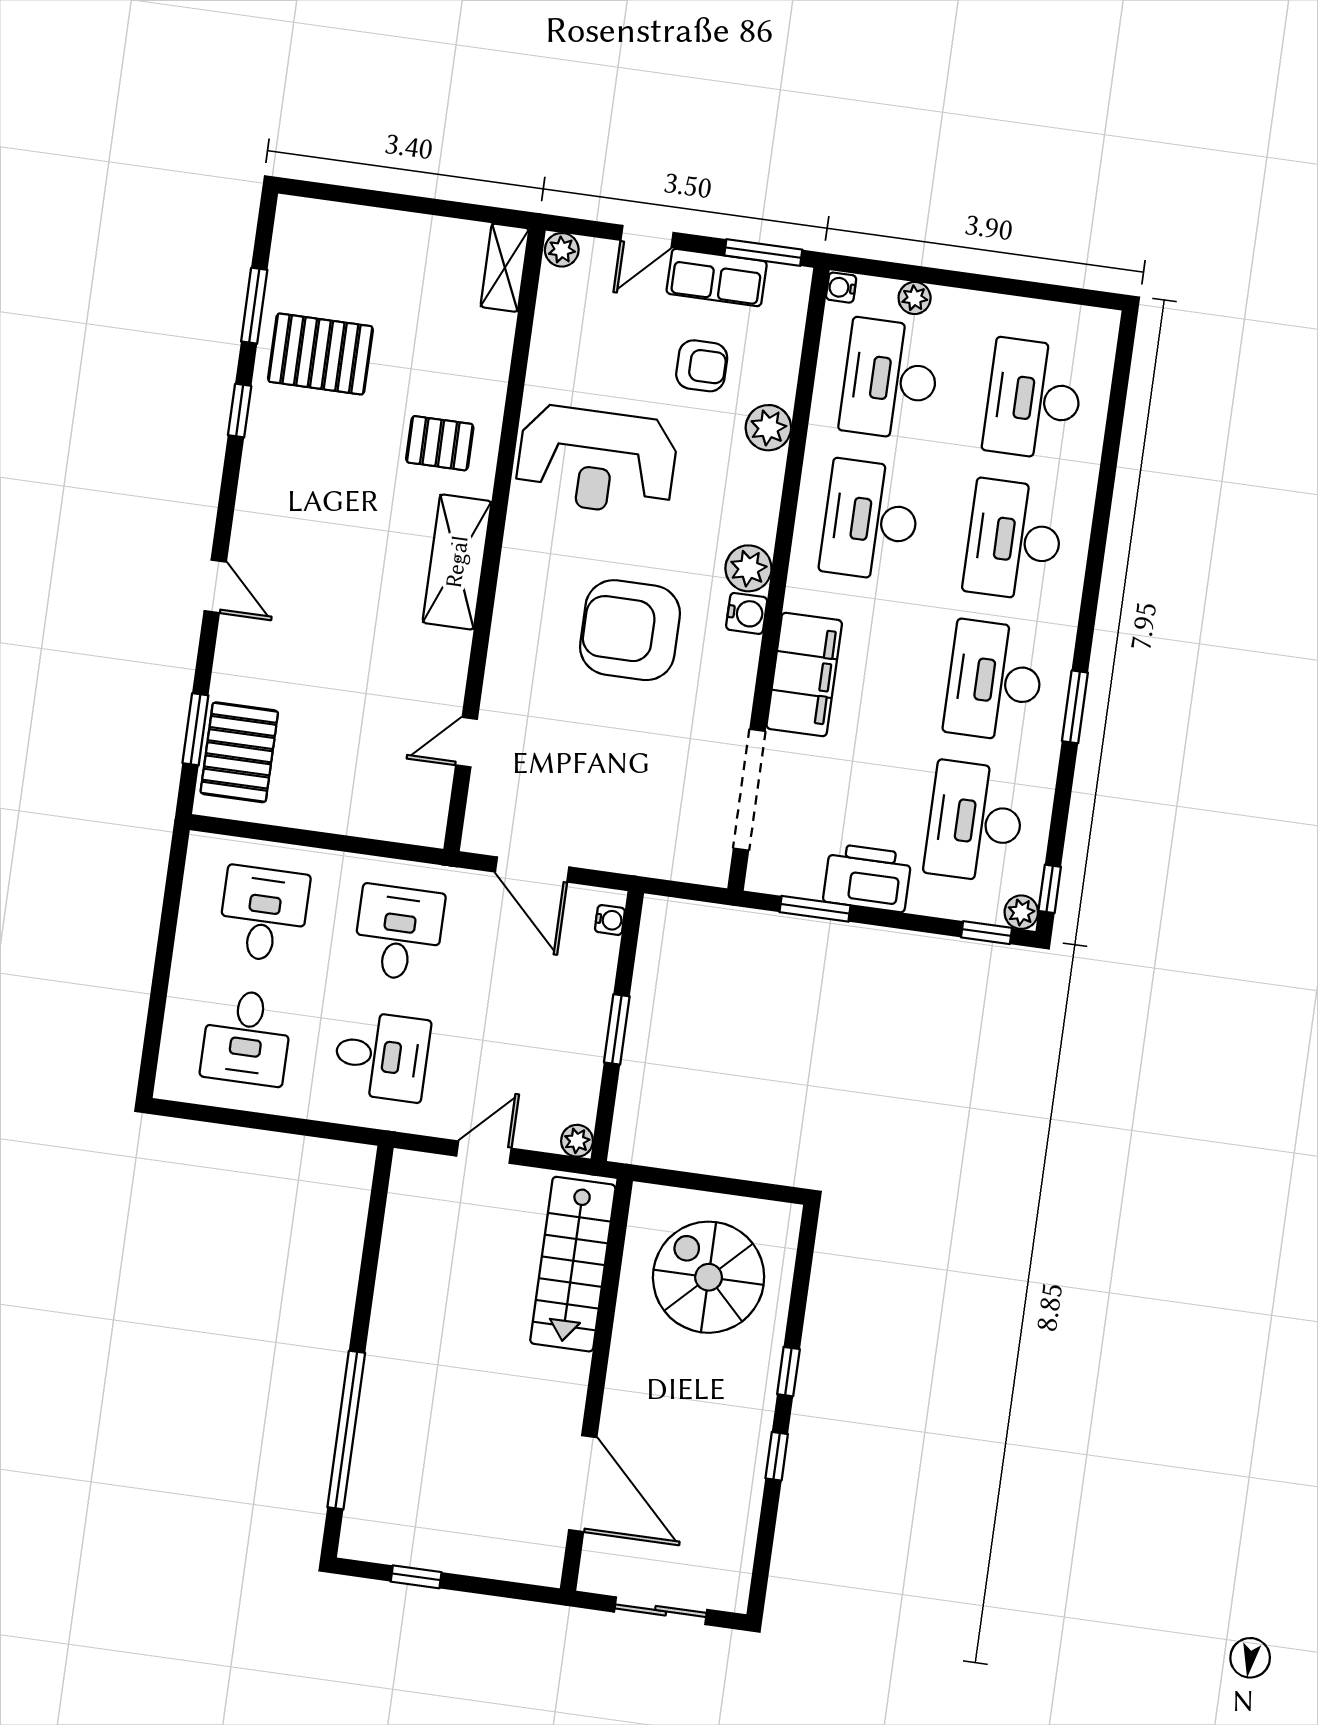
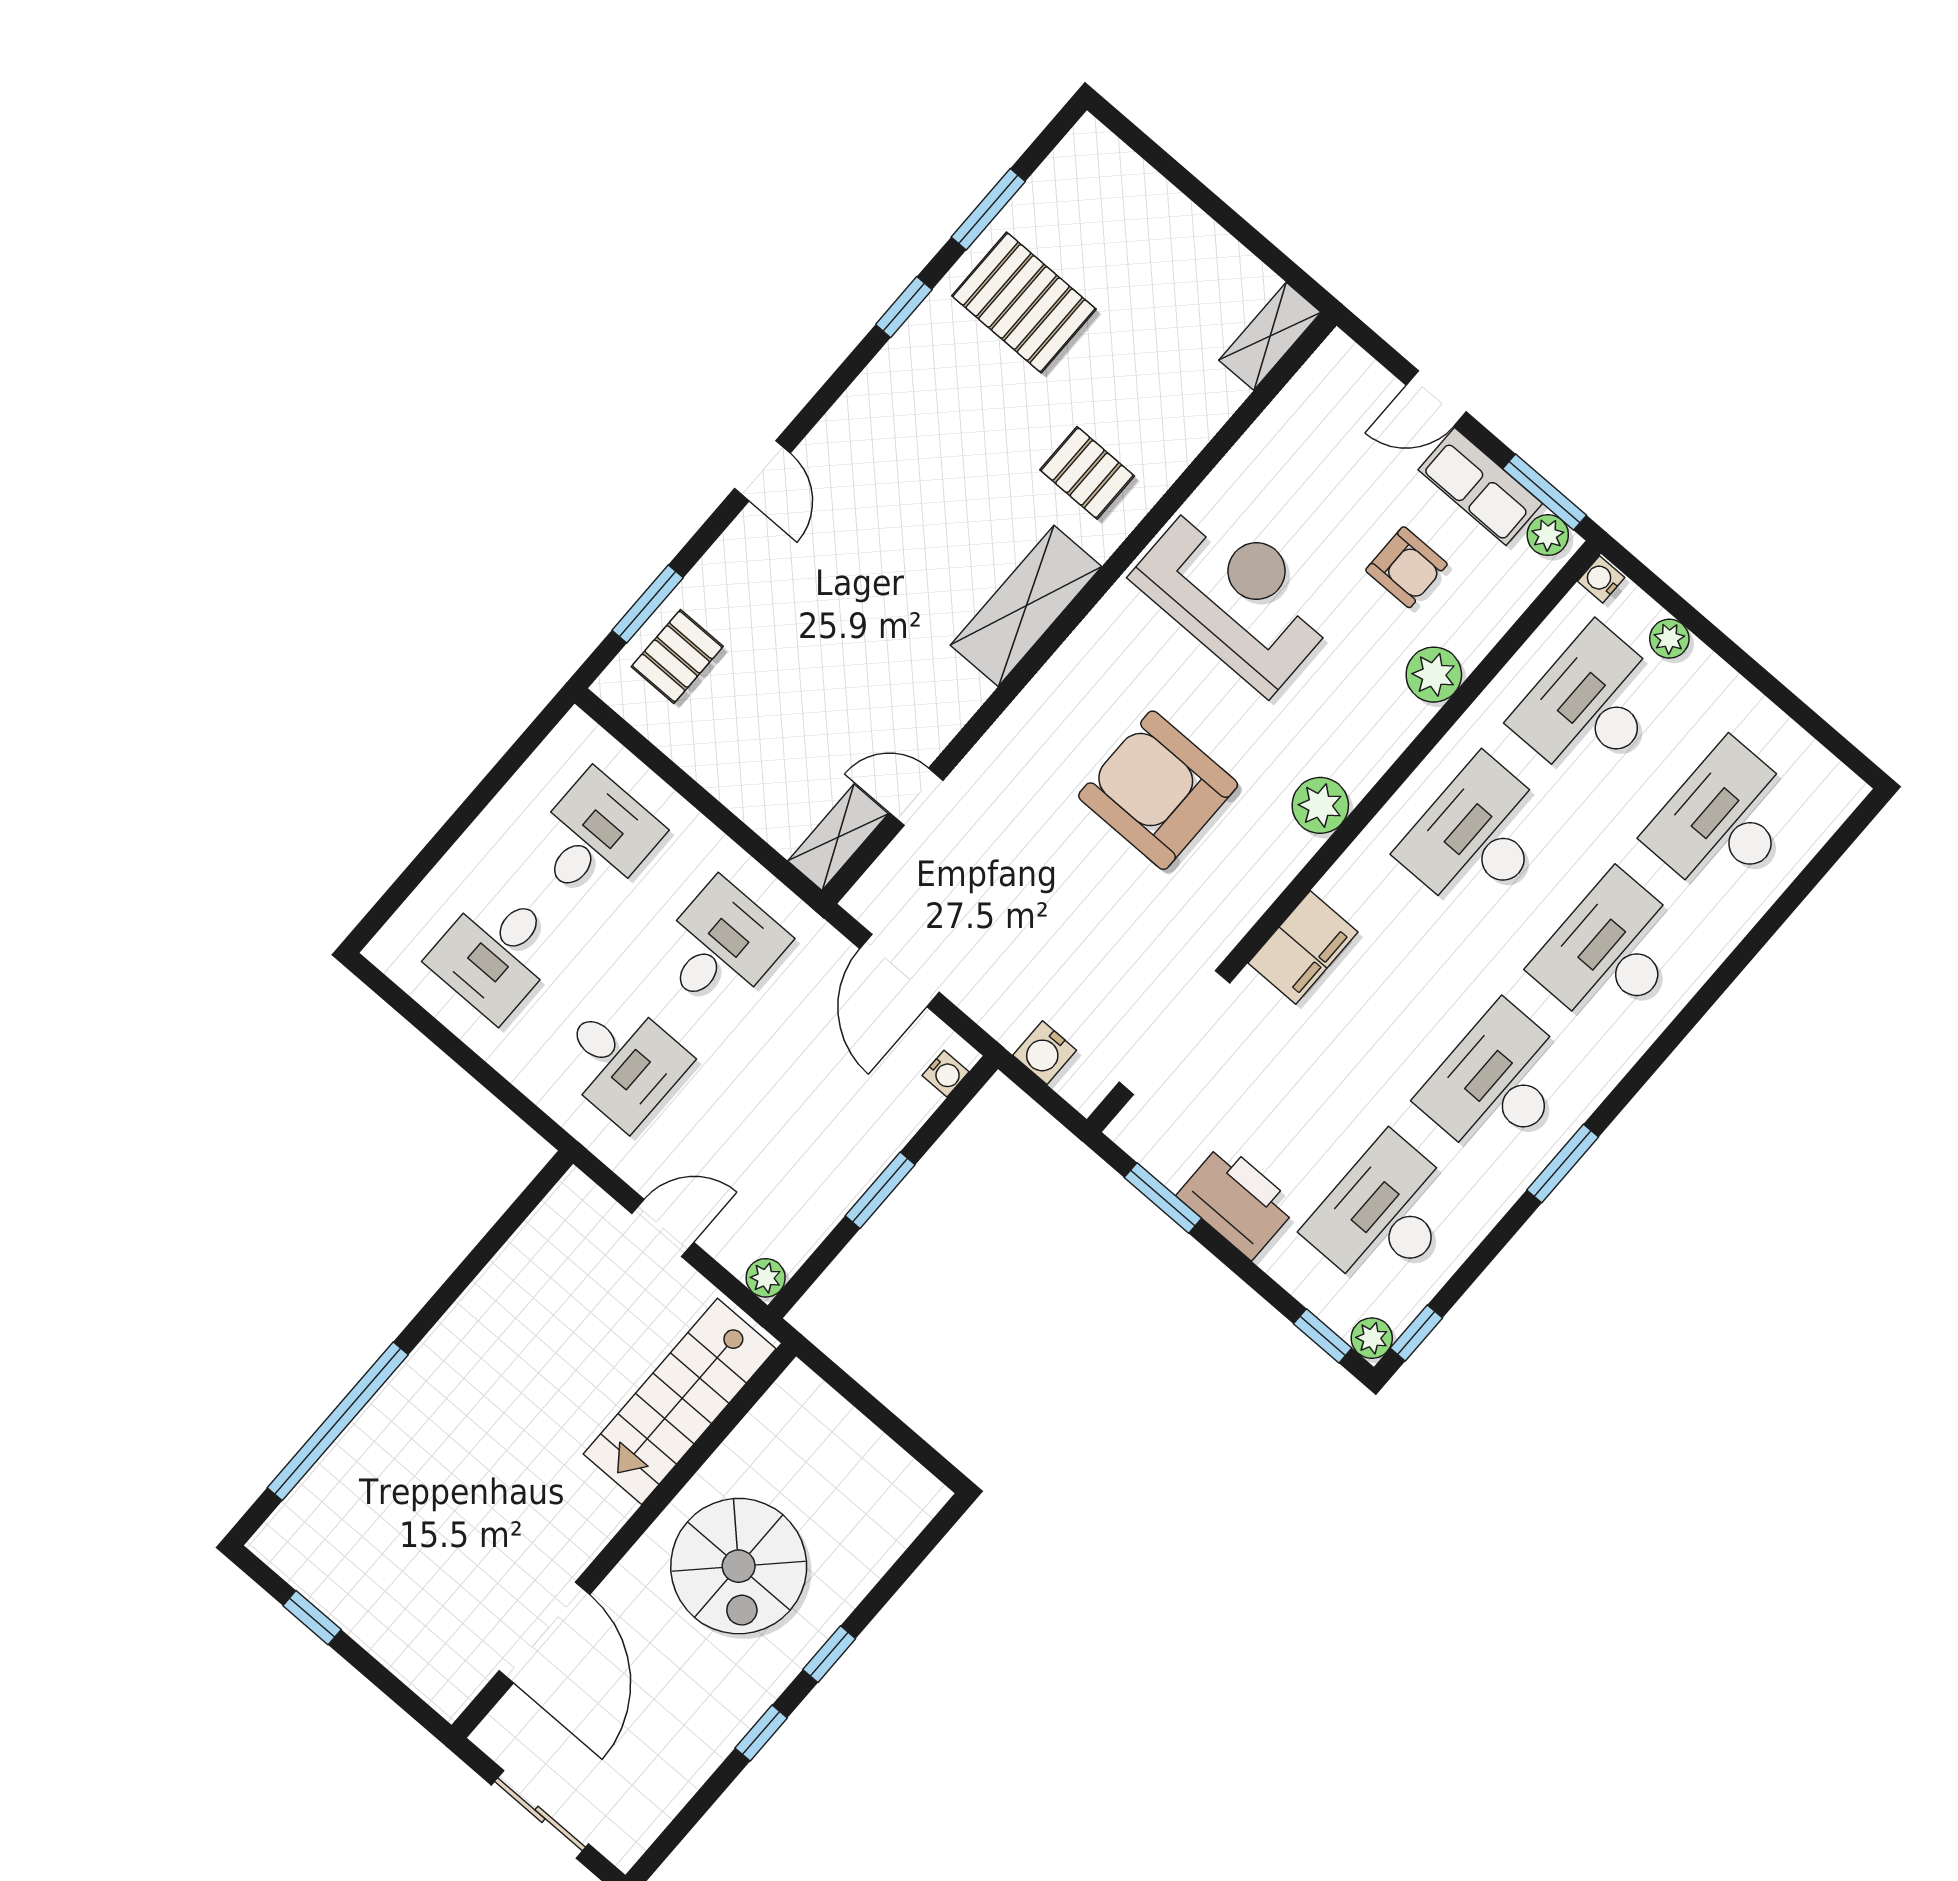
plant: (562, 250) -> (1548, 535), moved
reception desk: (597, 460) -> (1236, 594), turned 180
water cooler: (747, 613) -> (1045, 1053), moved, turned 90
filing cabinet: (804, 675) -> (1303, 948), width x0.67, depth x0.86
pallet: (239, 752) -> (677, 657), width x0.67, depth x0.71
shelving: (431, 805) -> (838, 837), added
spiral stairs: (709, 1277) -> (739, 1566), moved, turned 180

